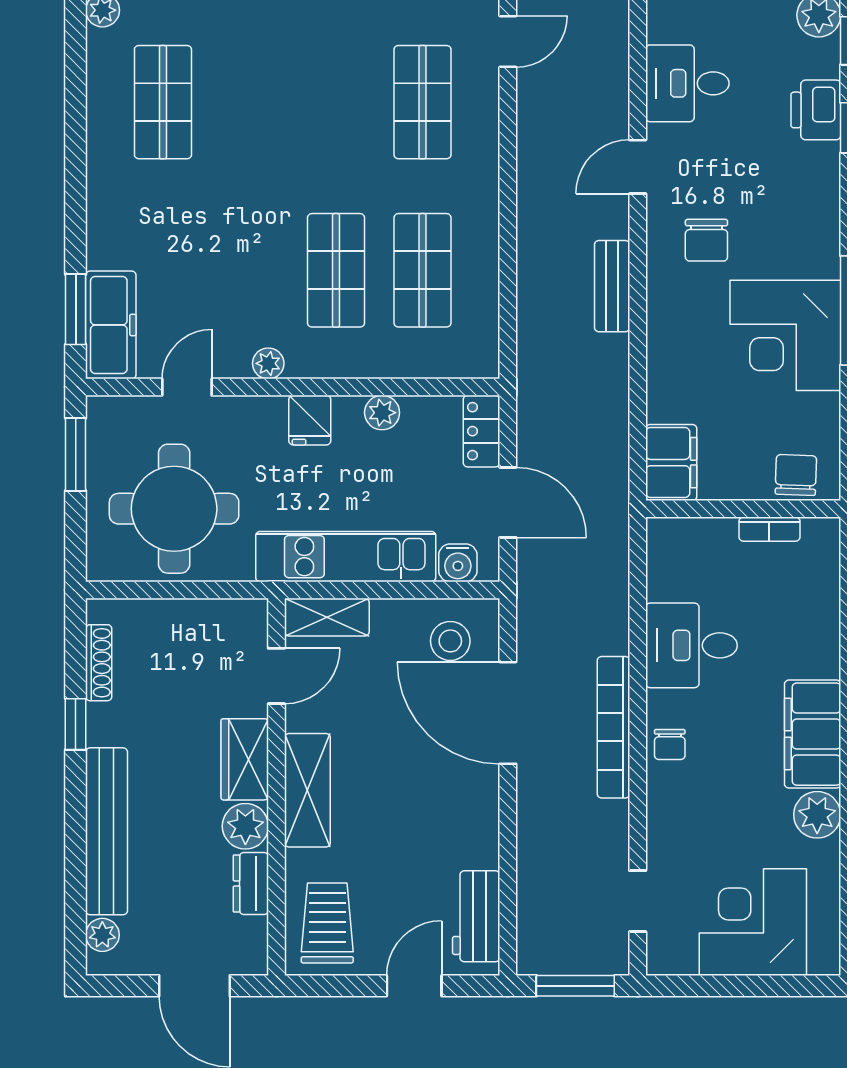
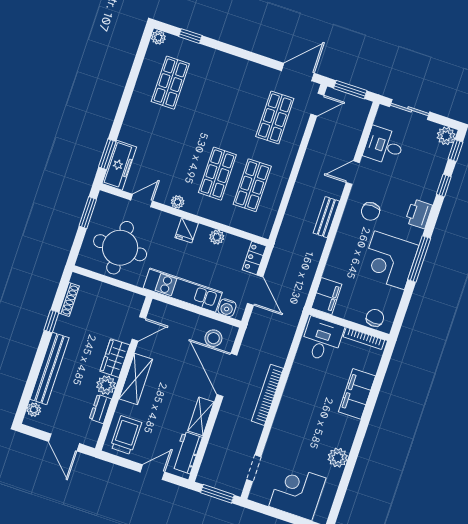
printer: (816, 110) -> (419, 214), moved
bookcase: (769, 529) -> (364, 338), width x1.56
shelving: (327, 617) -> (201, 416), moved, turned 90
desk: (691, 645) -> (322, 339), moved, turned 90
filing cabinet: (813, 734) -> (357, 394), moved
chair: (670, 745) -> (288, 409), removed

